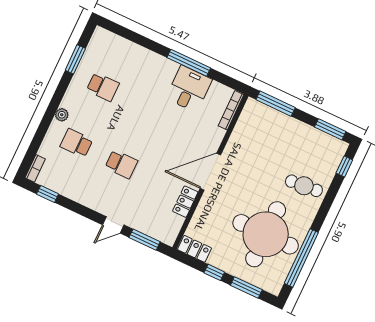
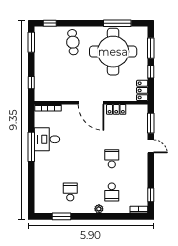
window: (276, 104) -> (31, 83), width x0.46
window: (301, 258) -> (117, 23), width x0.68

